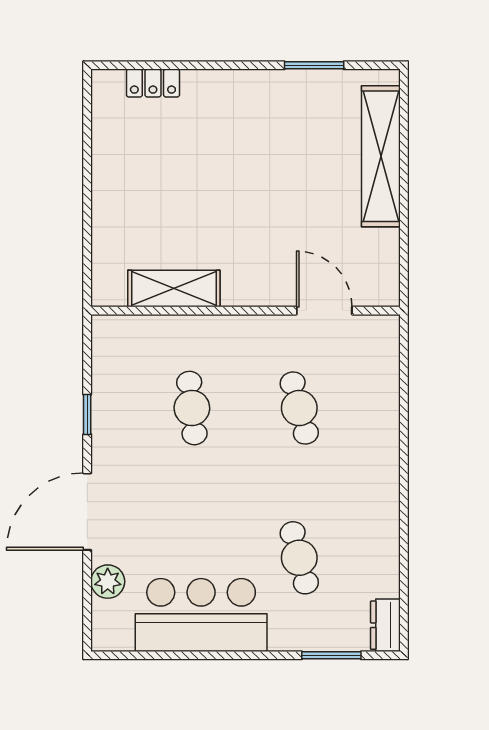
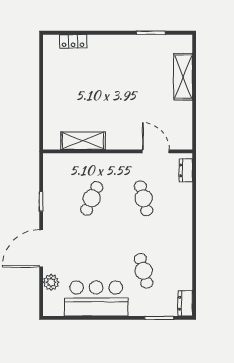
shelving: (381, 156) -> (183, 77), width x0.68
dresser: (387, 350) -> (186, 170), added
cafe table: (192, 408) -> (92, 198), turned 30

